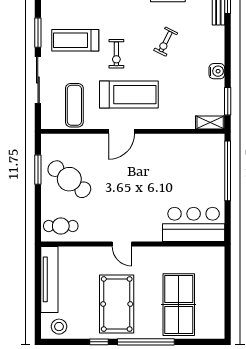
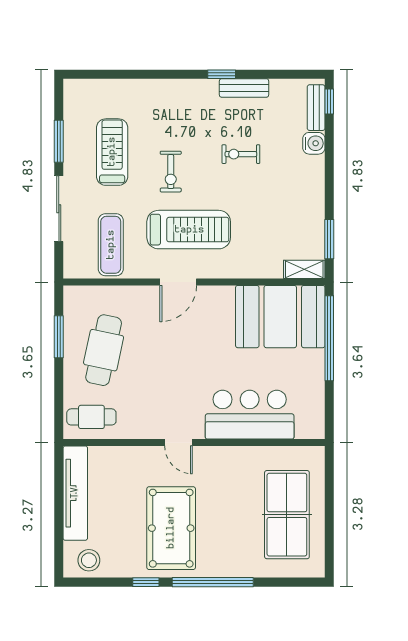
treadmill: (75, 40) -> (112, 152), turned 90
exercise bike: (166, 42) -> (241, 154), turned 63
water cooler: (217, 71) -> (314, 143), moved
booth: (193, 156) -> (280, 317), added
cafe table: (69, 179) -> (104, 350), turned 64
bar counter: (194, 224) -> (250, 415), moved
table tennis table: (179, 305) -> (287, 515), moved

